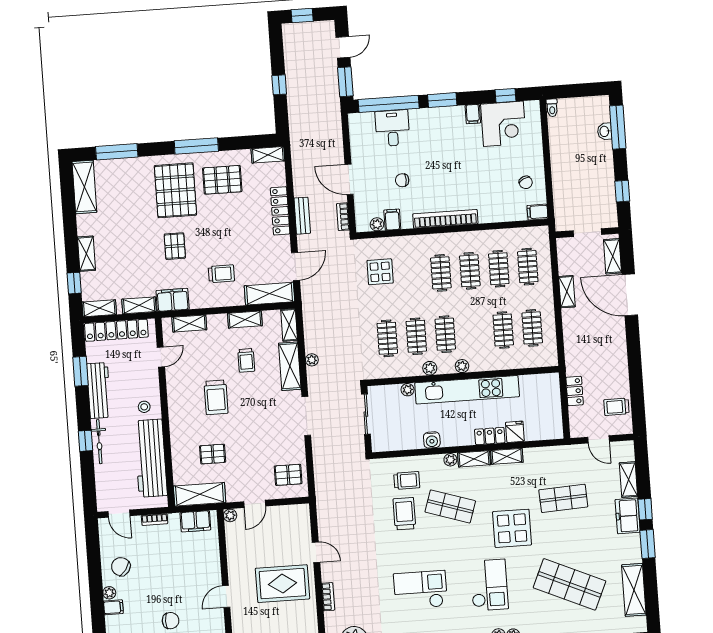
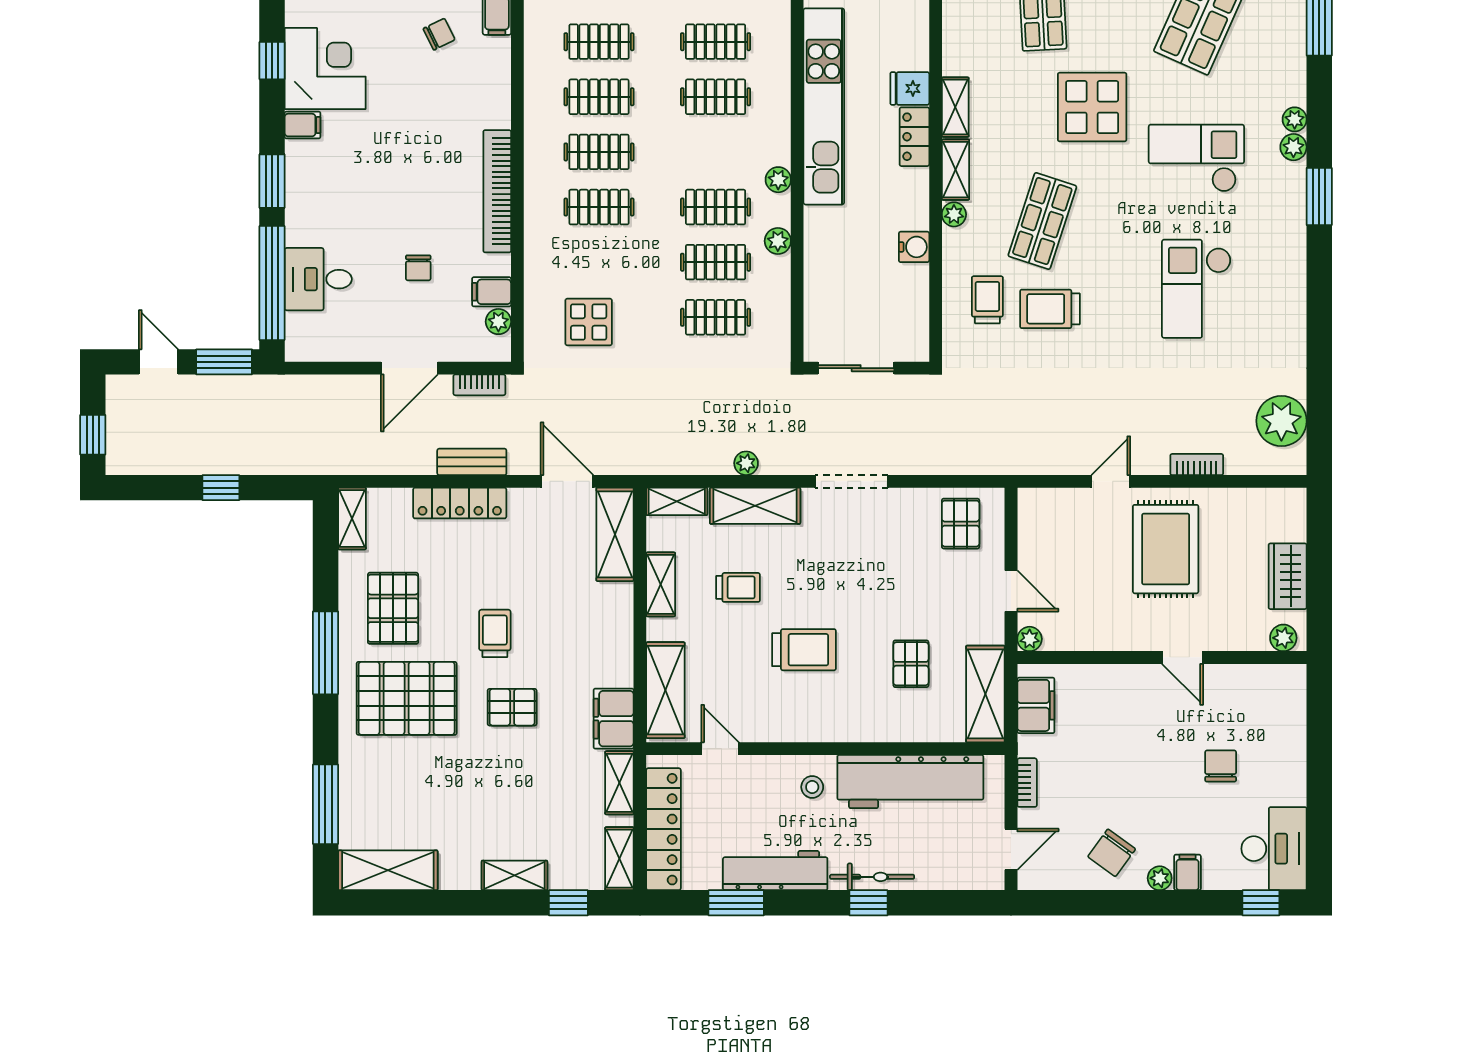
trolley: (221, 274) -> (495, 633), moved
shelving: (189, 324) -> (665, 690), width x1.50, depth x1.33
plant: (408, 390) -> (816, 286), removed
kitchen unit: (467, 390) -> (824, 106), moved

